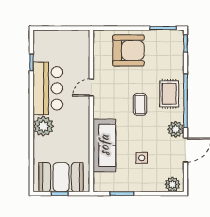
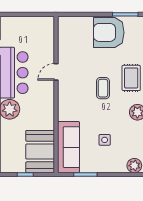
armchair: (128, 50) -> (109, 32), moved, turned 180
sofa: (104, 145) -> (69, 147), moved
booth: (61, 177) -> (40, 152), moved, turned 90

